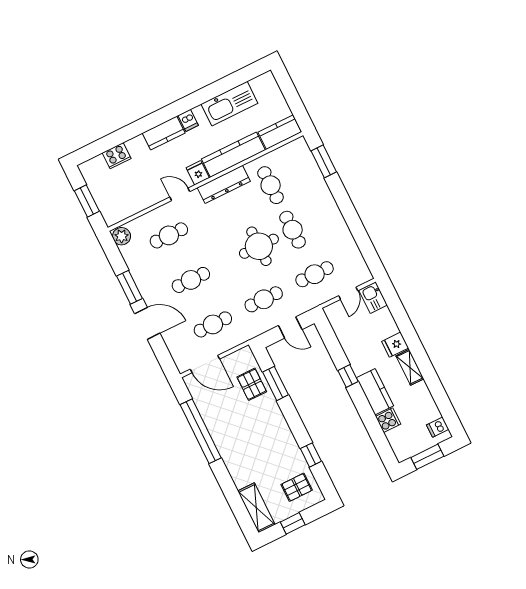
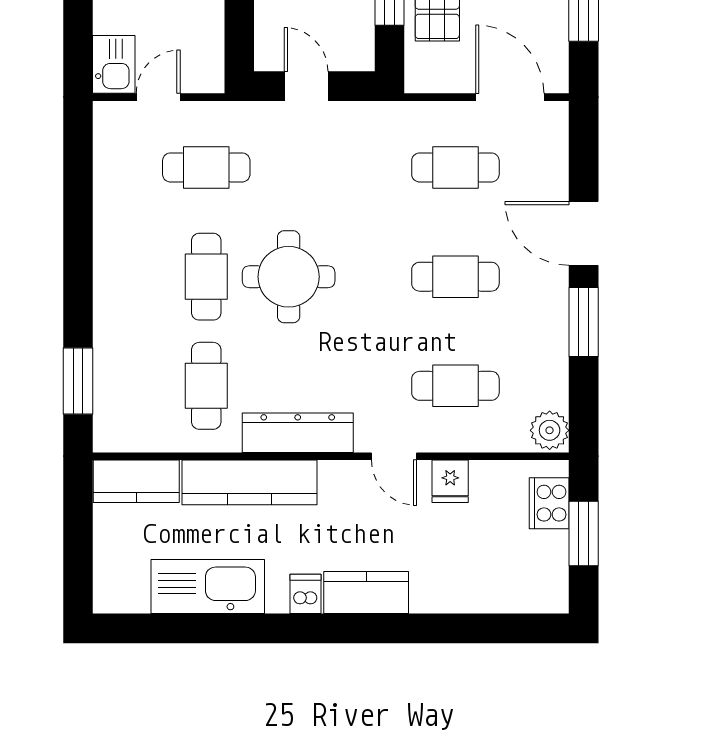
cooker: (117, 156) -> (549, 503), moved, turned -90
fridge: (198, 173) -> (450, 481), moved
cafe table: (264, 299) -> (331, 167), removed

